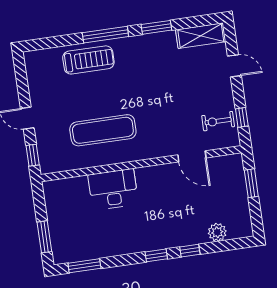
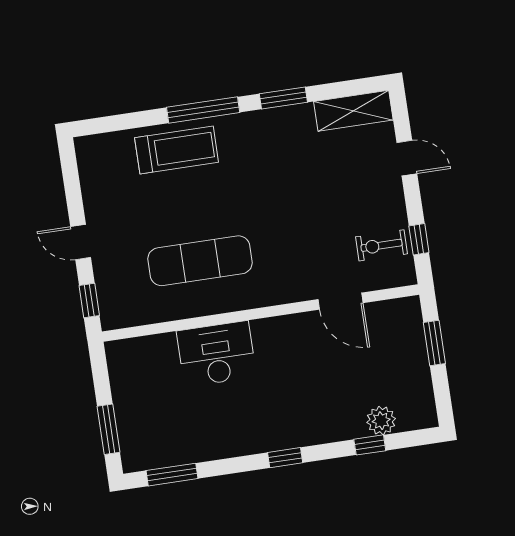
window: (190, 251) -> (370, 445), moved

